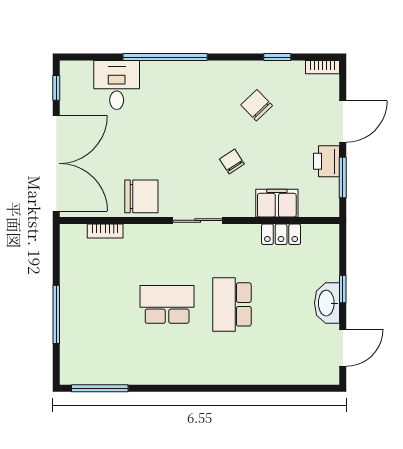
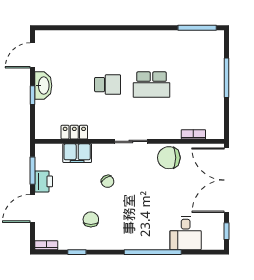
chair: (257, 105) -> (91, 219), turned -136
school desk: (232, 304) -> (108, 85), width x0.54

